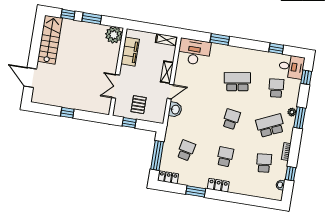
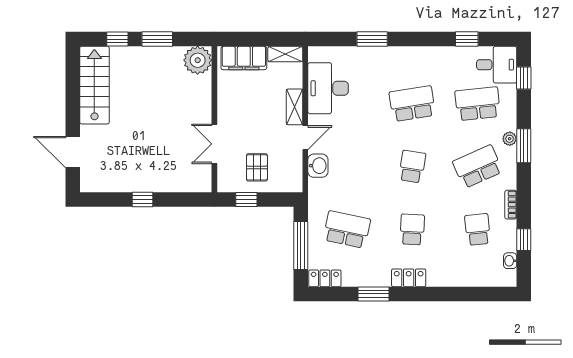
filing cabinet: (130, 52) -> (244, 58), moved, turned 90
desk: (194, 52) -> (328, 88), moved, turned -90
school desk: (276, 88) -> (478, 104), width x1.85
school desk: (186, 150) -> (347, 229), width x1.85

